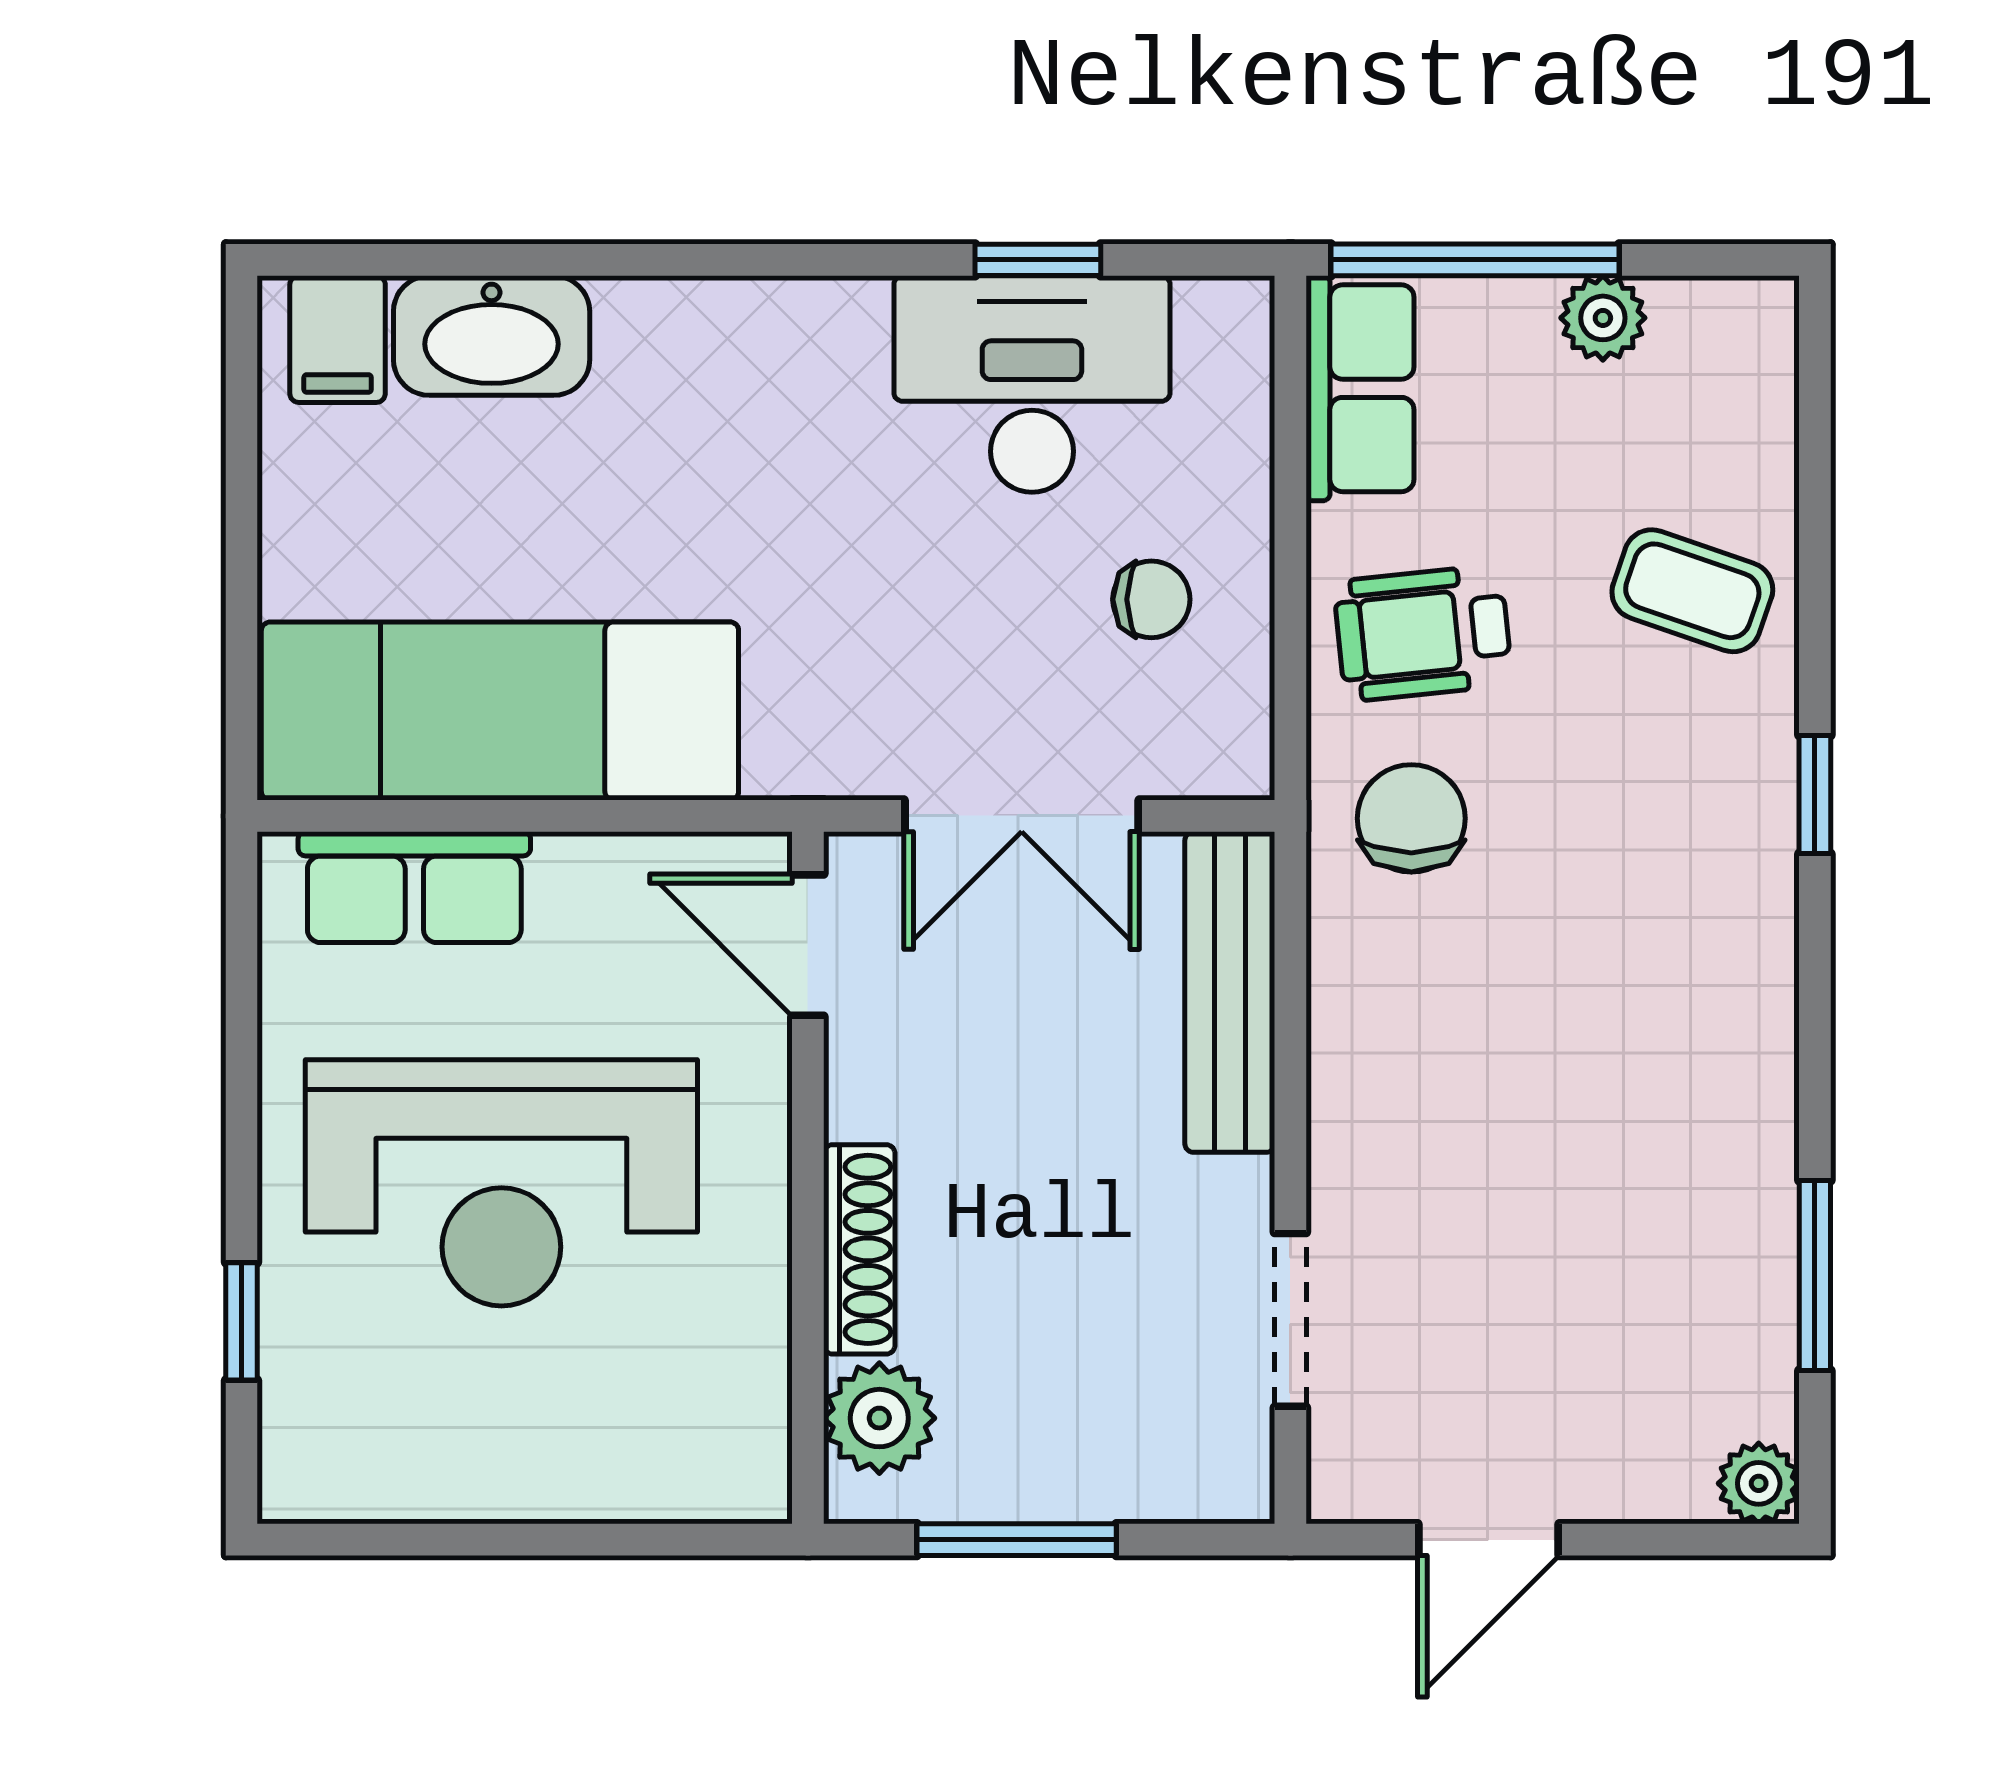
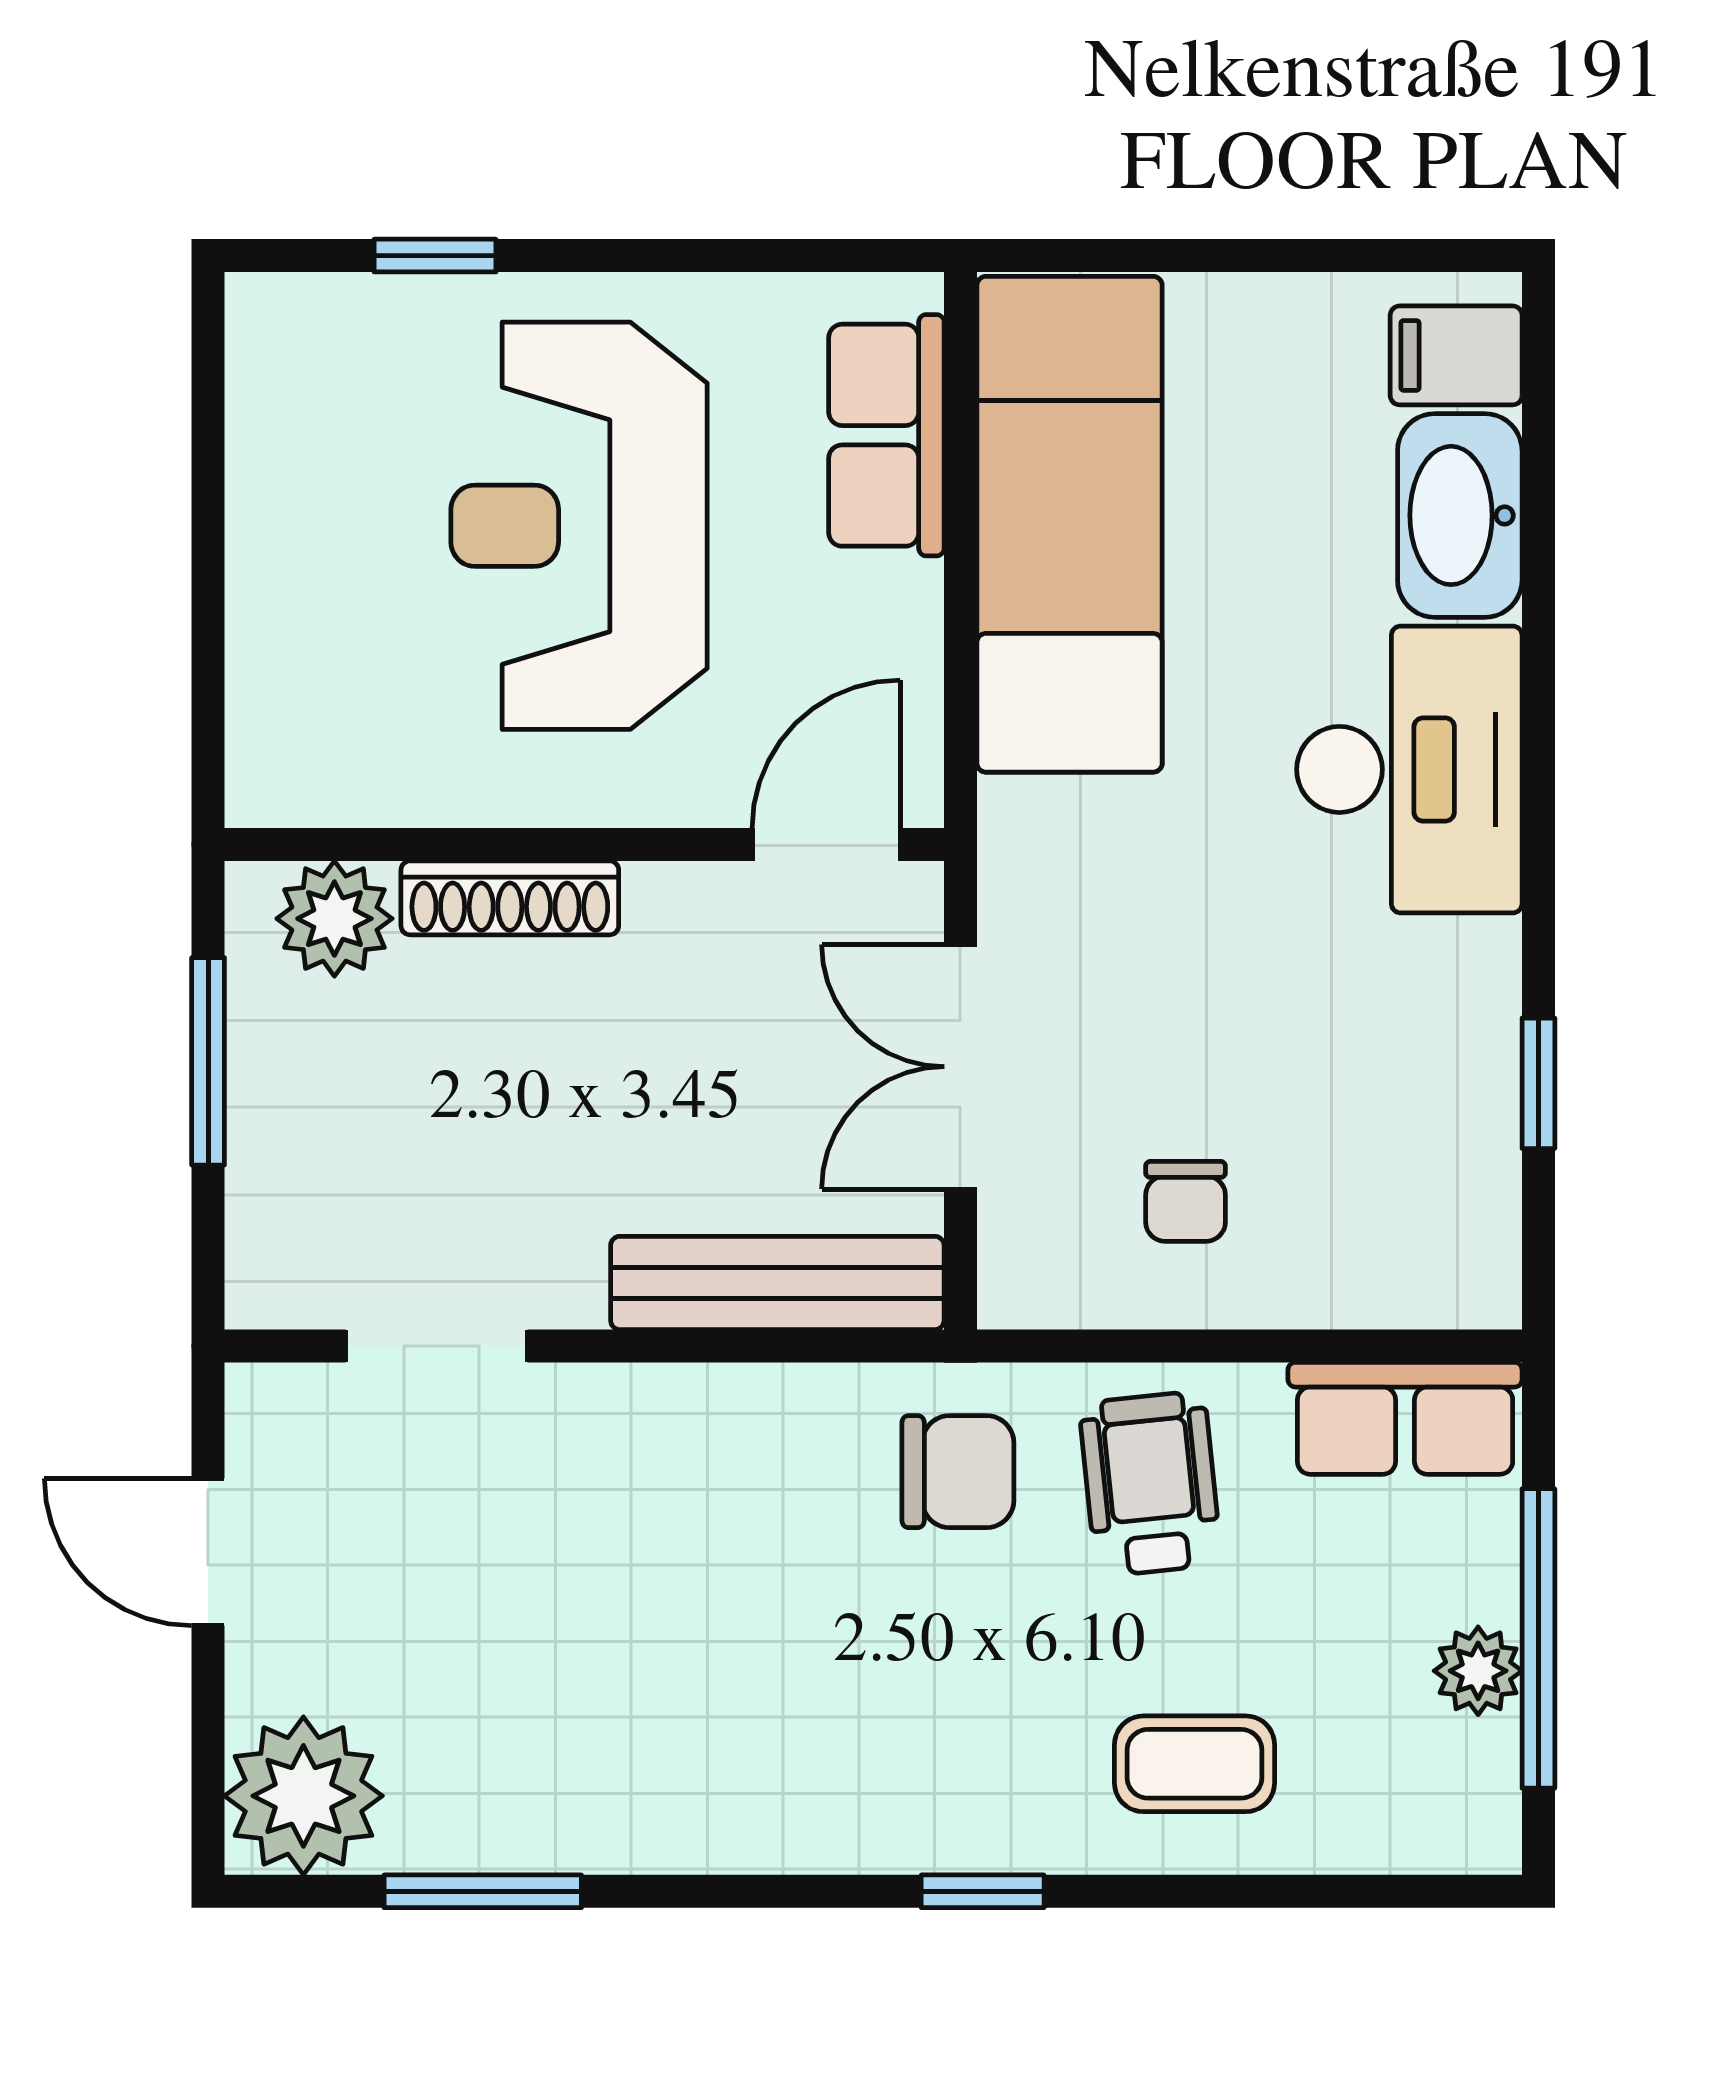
window: (1475, 260) -> (1538, 1638), moved
desk: (1032, 384) -> (1409, 769), moved
coffee table: (1692, 591) -> (1195, 1764), turned 71
plant: (1759, 1483) -> (303, 1796), width x1.87, depth x1.87

